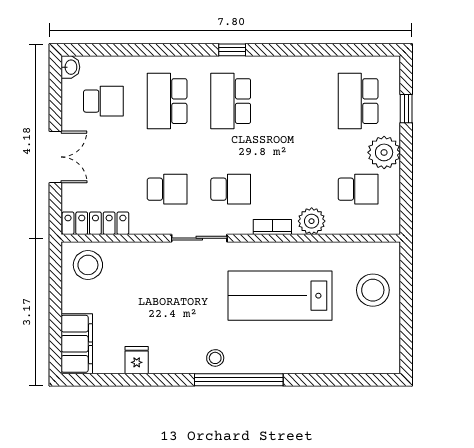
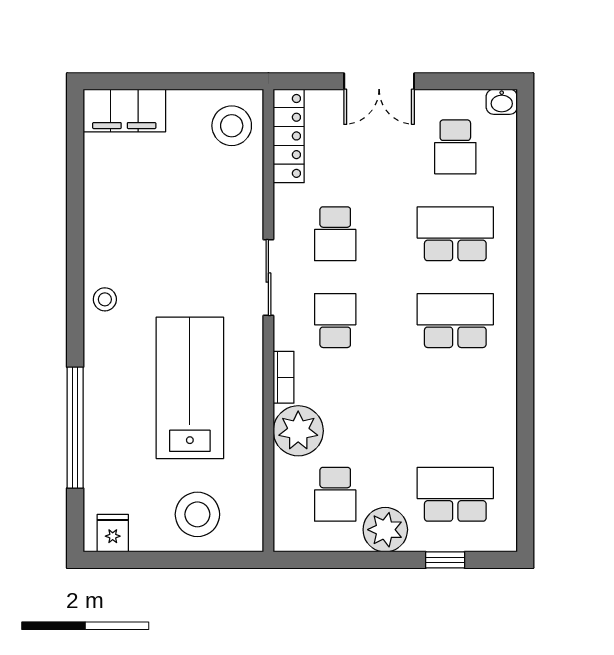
window: (232, 50) -> (525, 322), removed
school desk: (231, 189) -> (335, 321), turned 180
plant: (312, 221) -> (298, 431), width x1.36, depth x1.36
fridge: (137, 360) -> (113, 533), moved, turned -90
window: (239, 380) -> (75, 428), moved

